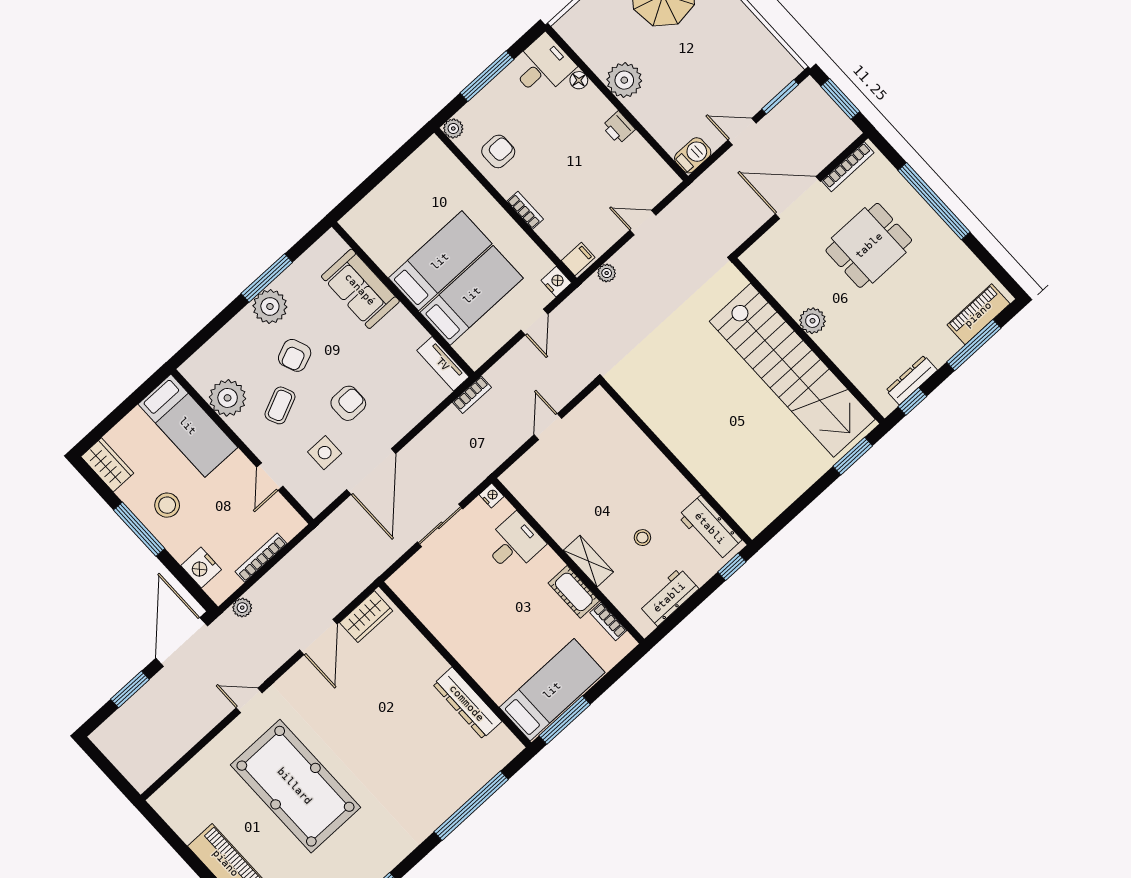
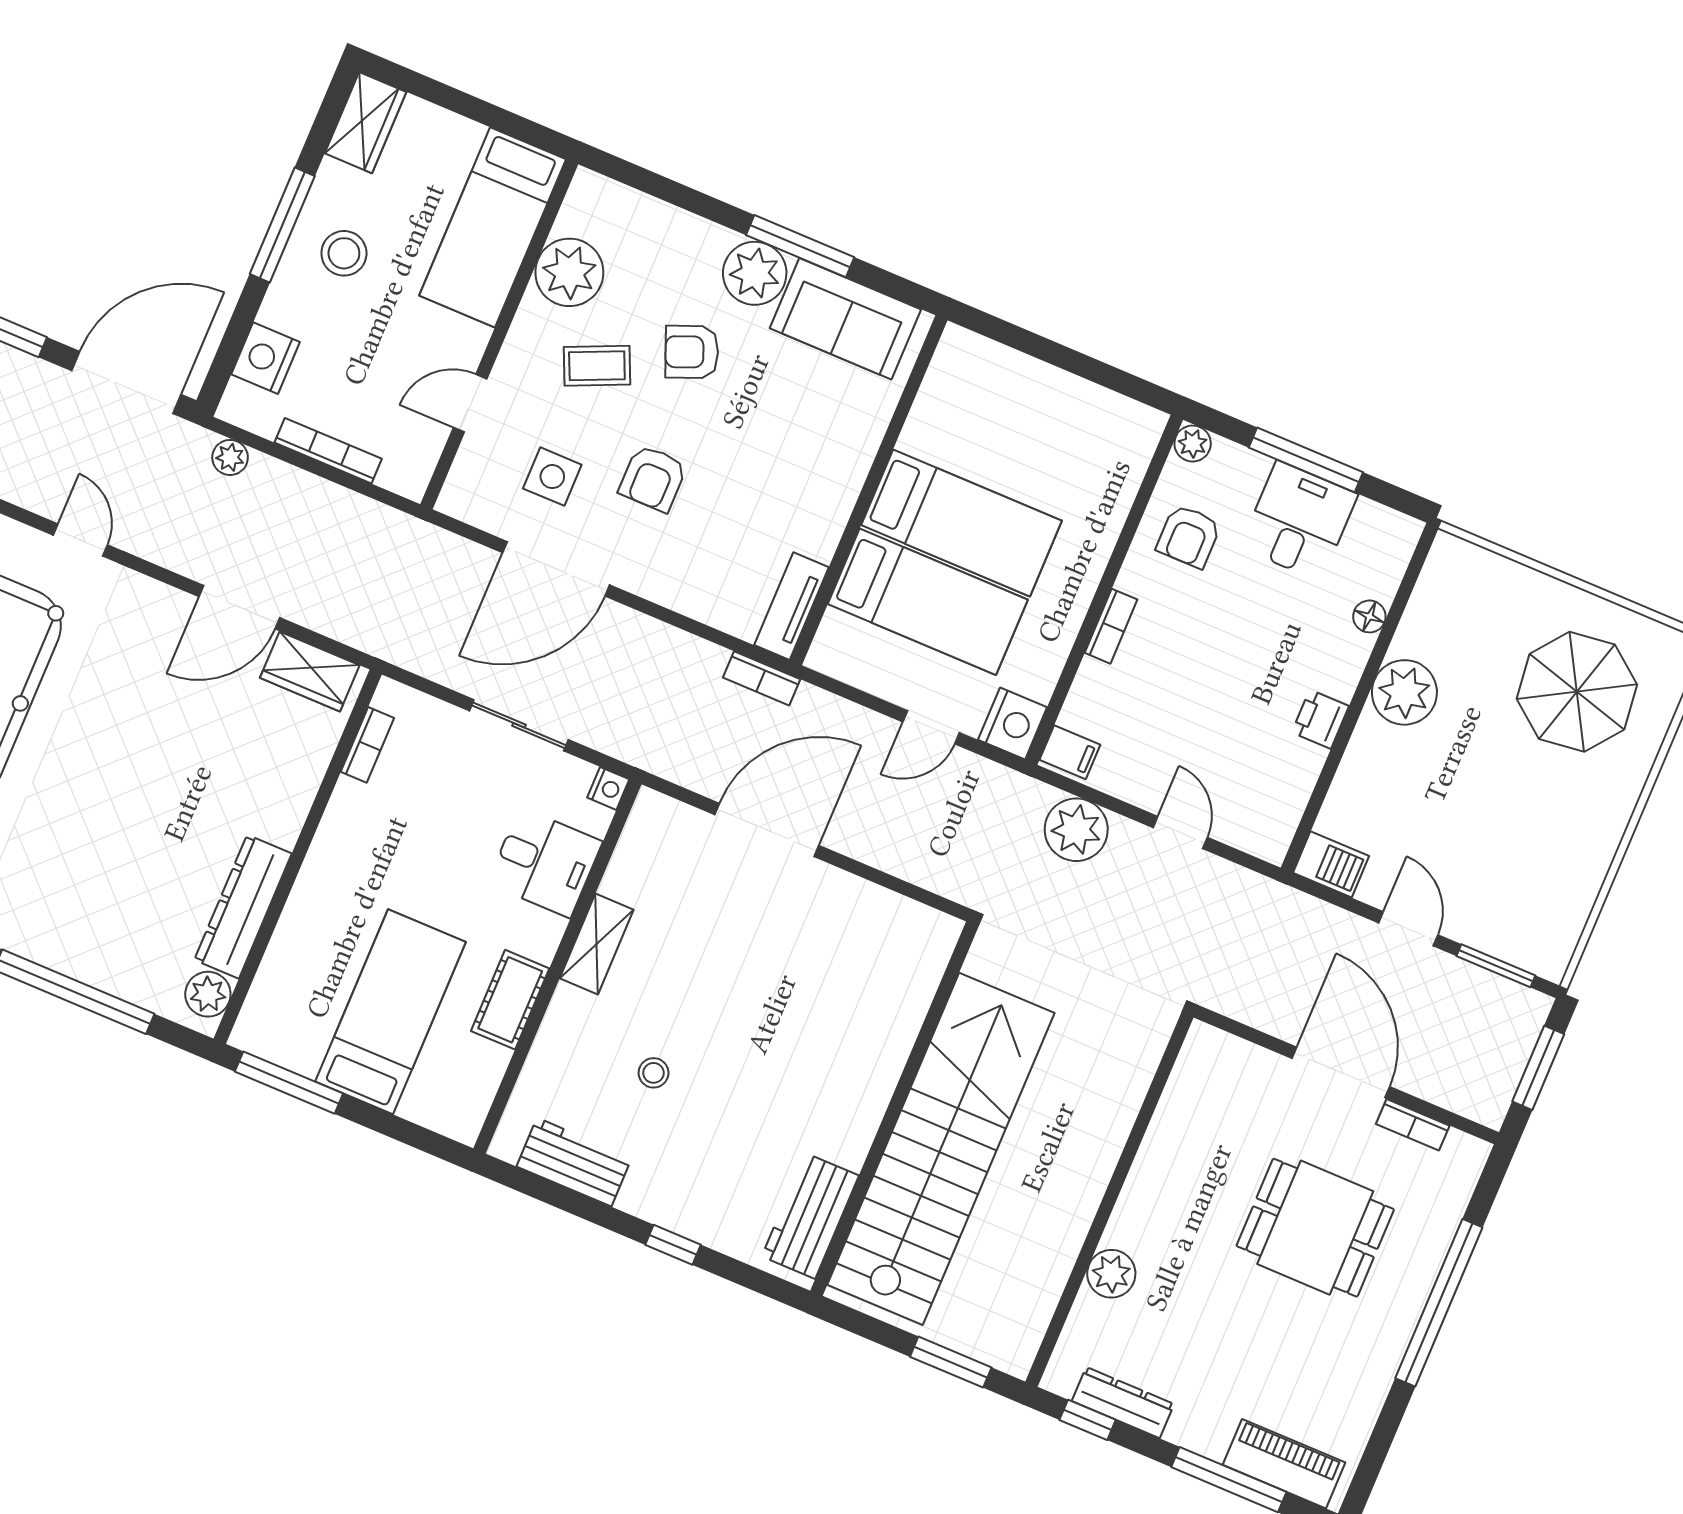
desk: (542, 66) -> (1299, 521), moved, turned -90
armchair: (498, 151) -> (1189, 536), turned 90
bookcase: (848, 167) -> (1413, 1125), width x0.64
plant: (607, 273) -> (1076, 830), width x1.87, depth x1.87
nightstand: (556, 282) -> (1013, 724), width x1.36, depth x1.33
sofa: (360, 289) -> (845, 319), moved, turned -90
plant: (813, 321) -> (1111, 1274), moved
stairs: (792, 370) -> (941, 1149), moved, turned 180
armchair: (348, 403) -> (653, 478), turned 90
door: (548, 427) -> (767, 830), width x1.87
wall: (676, 462) -> (894, 1109), moved
workbench: (710, 528) -> (810, 1216), moved
shelving: (588, 561) -> (597, 944), moved
bookcase: (608, 622) -> (367, 745), moved, turned 180
bed: (552, 690) -> (391, 1012), moved, turned -90
plant: (503, 740) -> (208, 994), added

